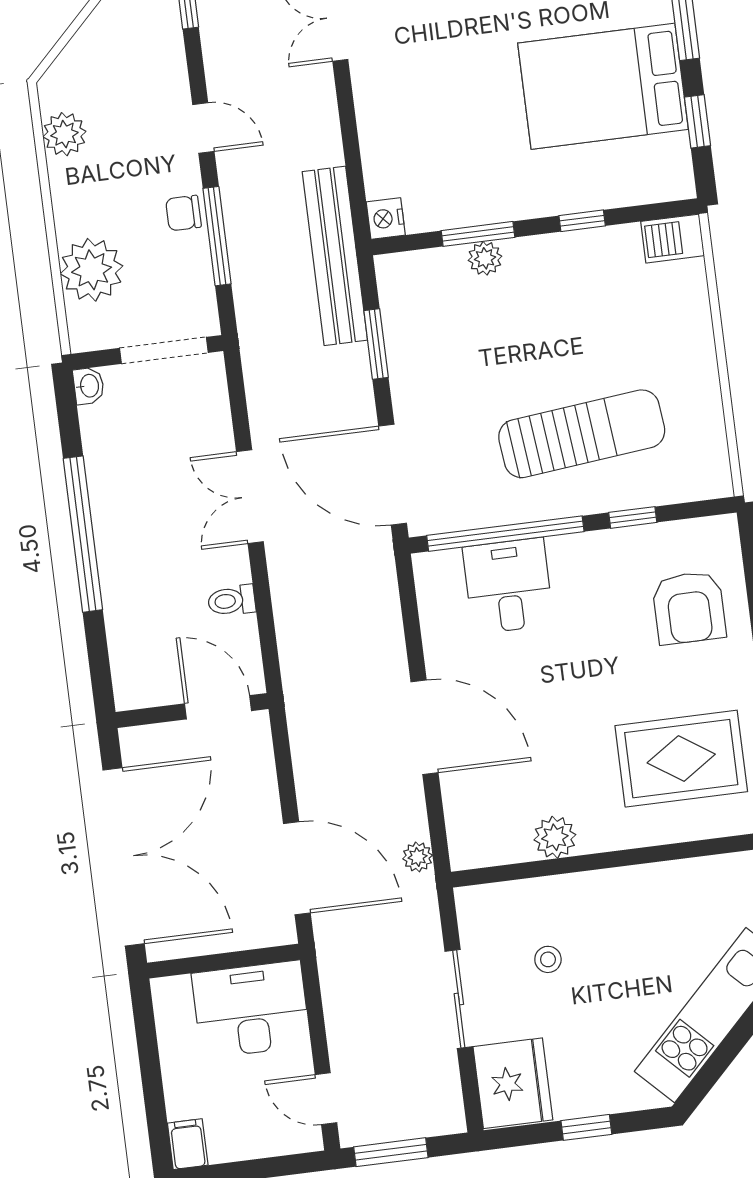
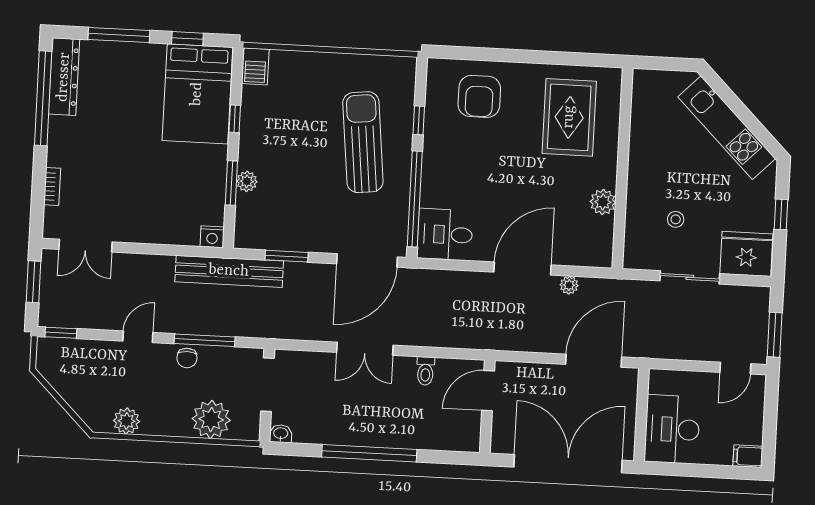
bed: (603, 86) -> (197, 94), moved
desk: (508, 586) -> (445, 234), moved
armchair: (689, 608) -> (479, 96), turned 90
plant: (418, 857) -> (569, 285), moved
desk: (251, 1009) -> (672, 429), moved

